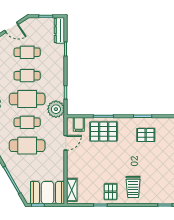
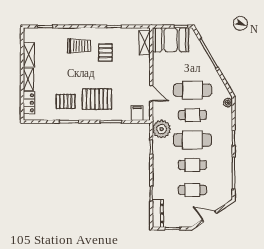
pallet: (104, 132) -> (97, 99), moved
door: (66, 143) -> (151, 93), swing flipped
trolley: (133, 187) -> (79, 46), turned 90
pallet: (110, 192) -> (105, 53), moved

